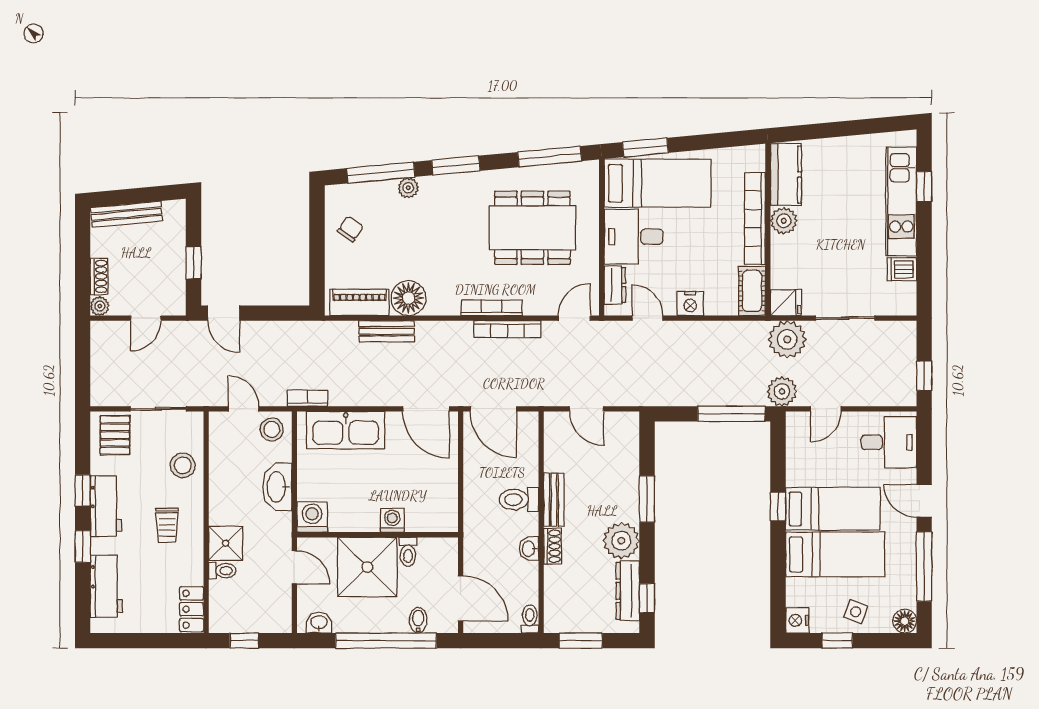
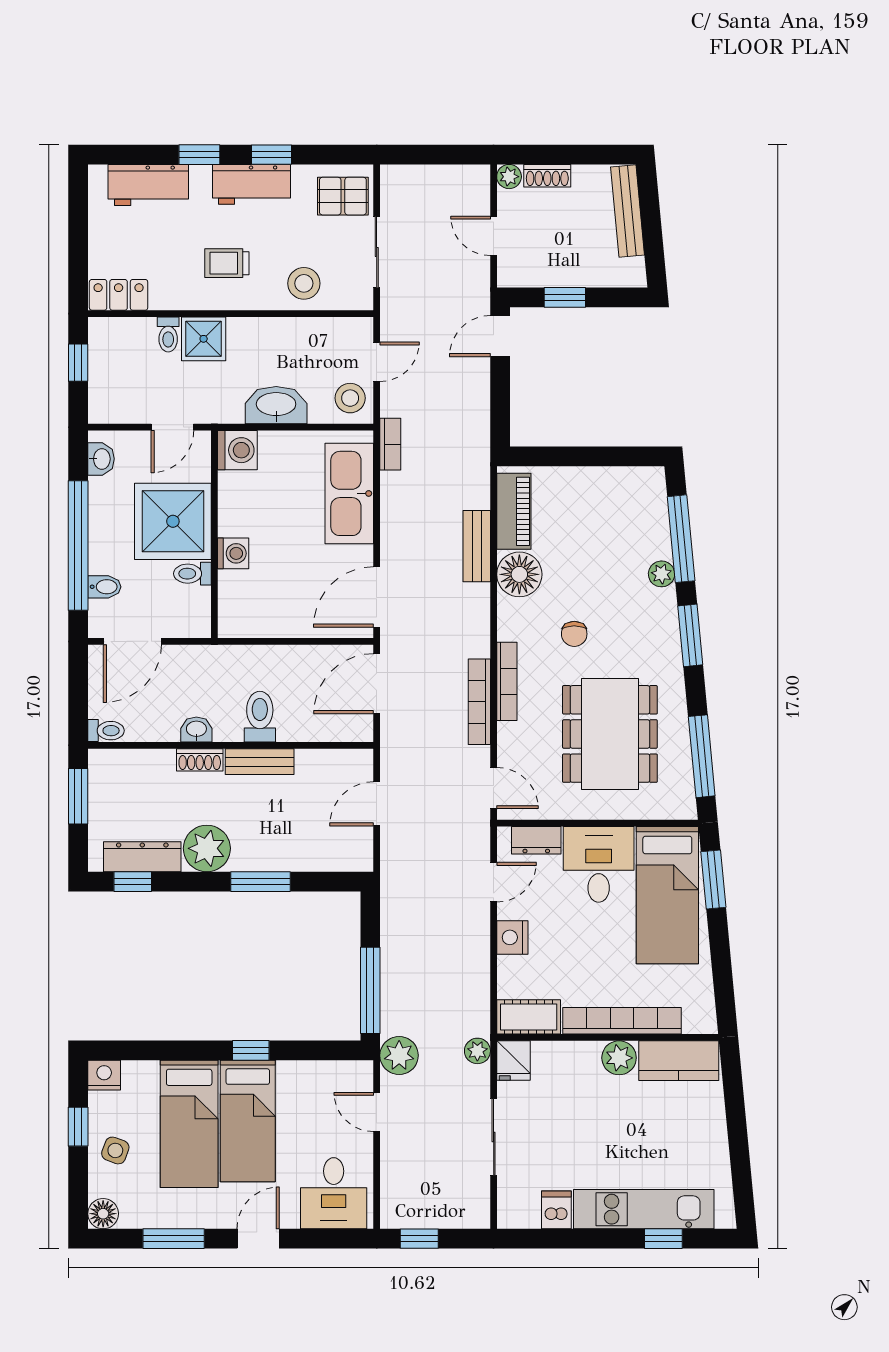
chair: (351, 229) -> (574, 634), moved, turned 55
plant: (787, 339) -> (477, 1051), width x0.53, depth x0.53
window: (924, 566) -> (174, 1239), width x0.69

